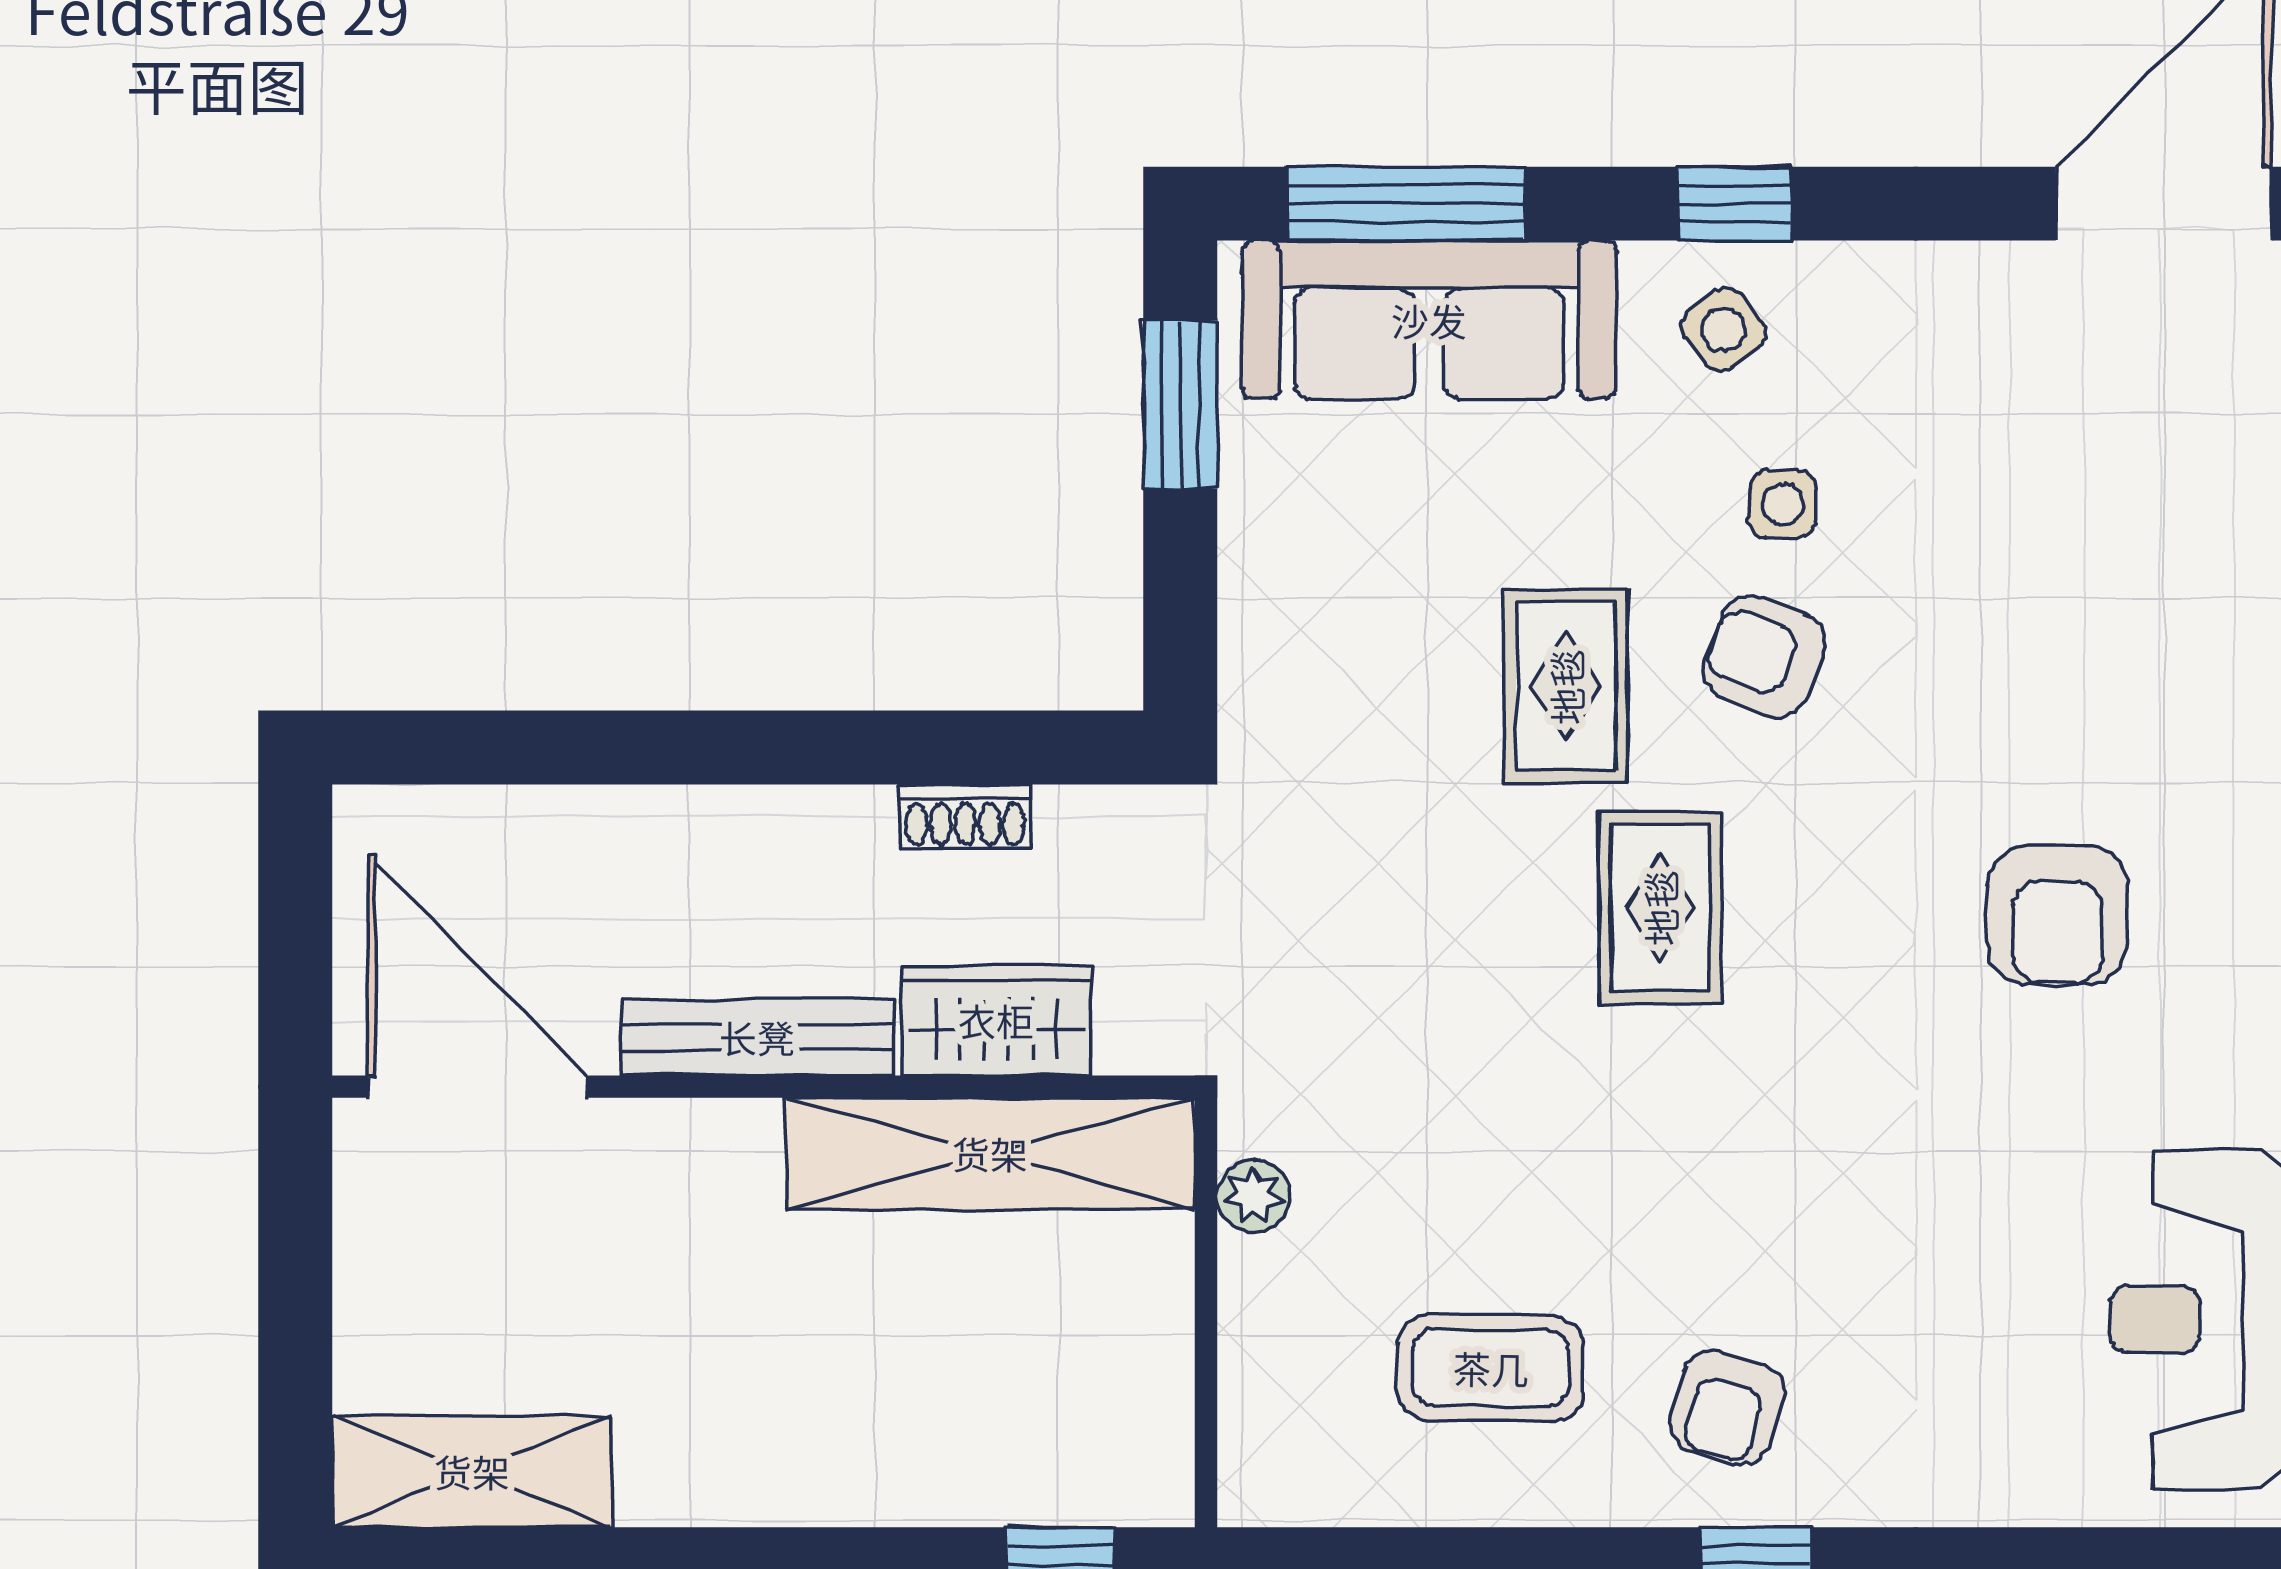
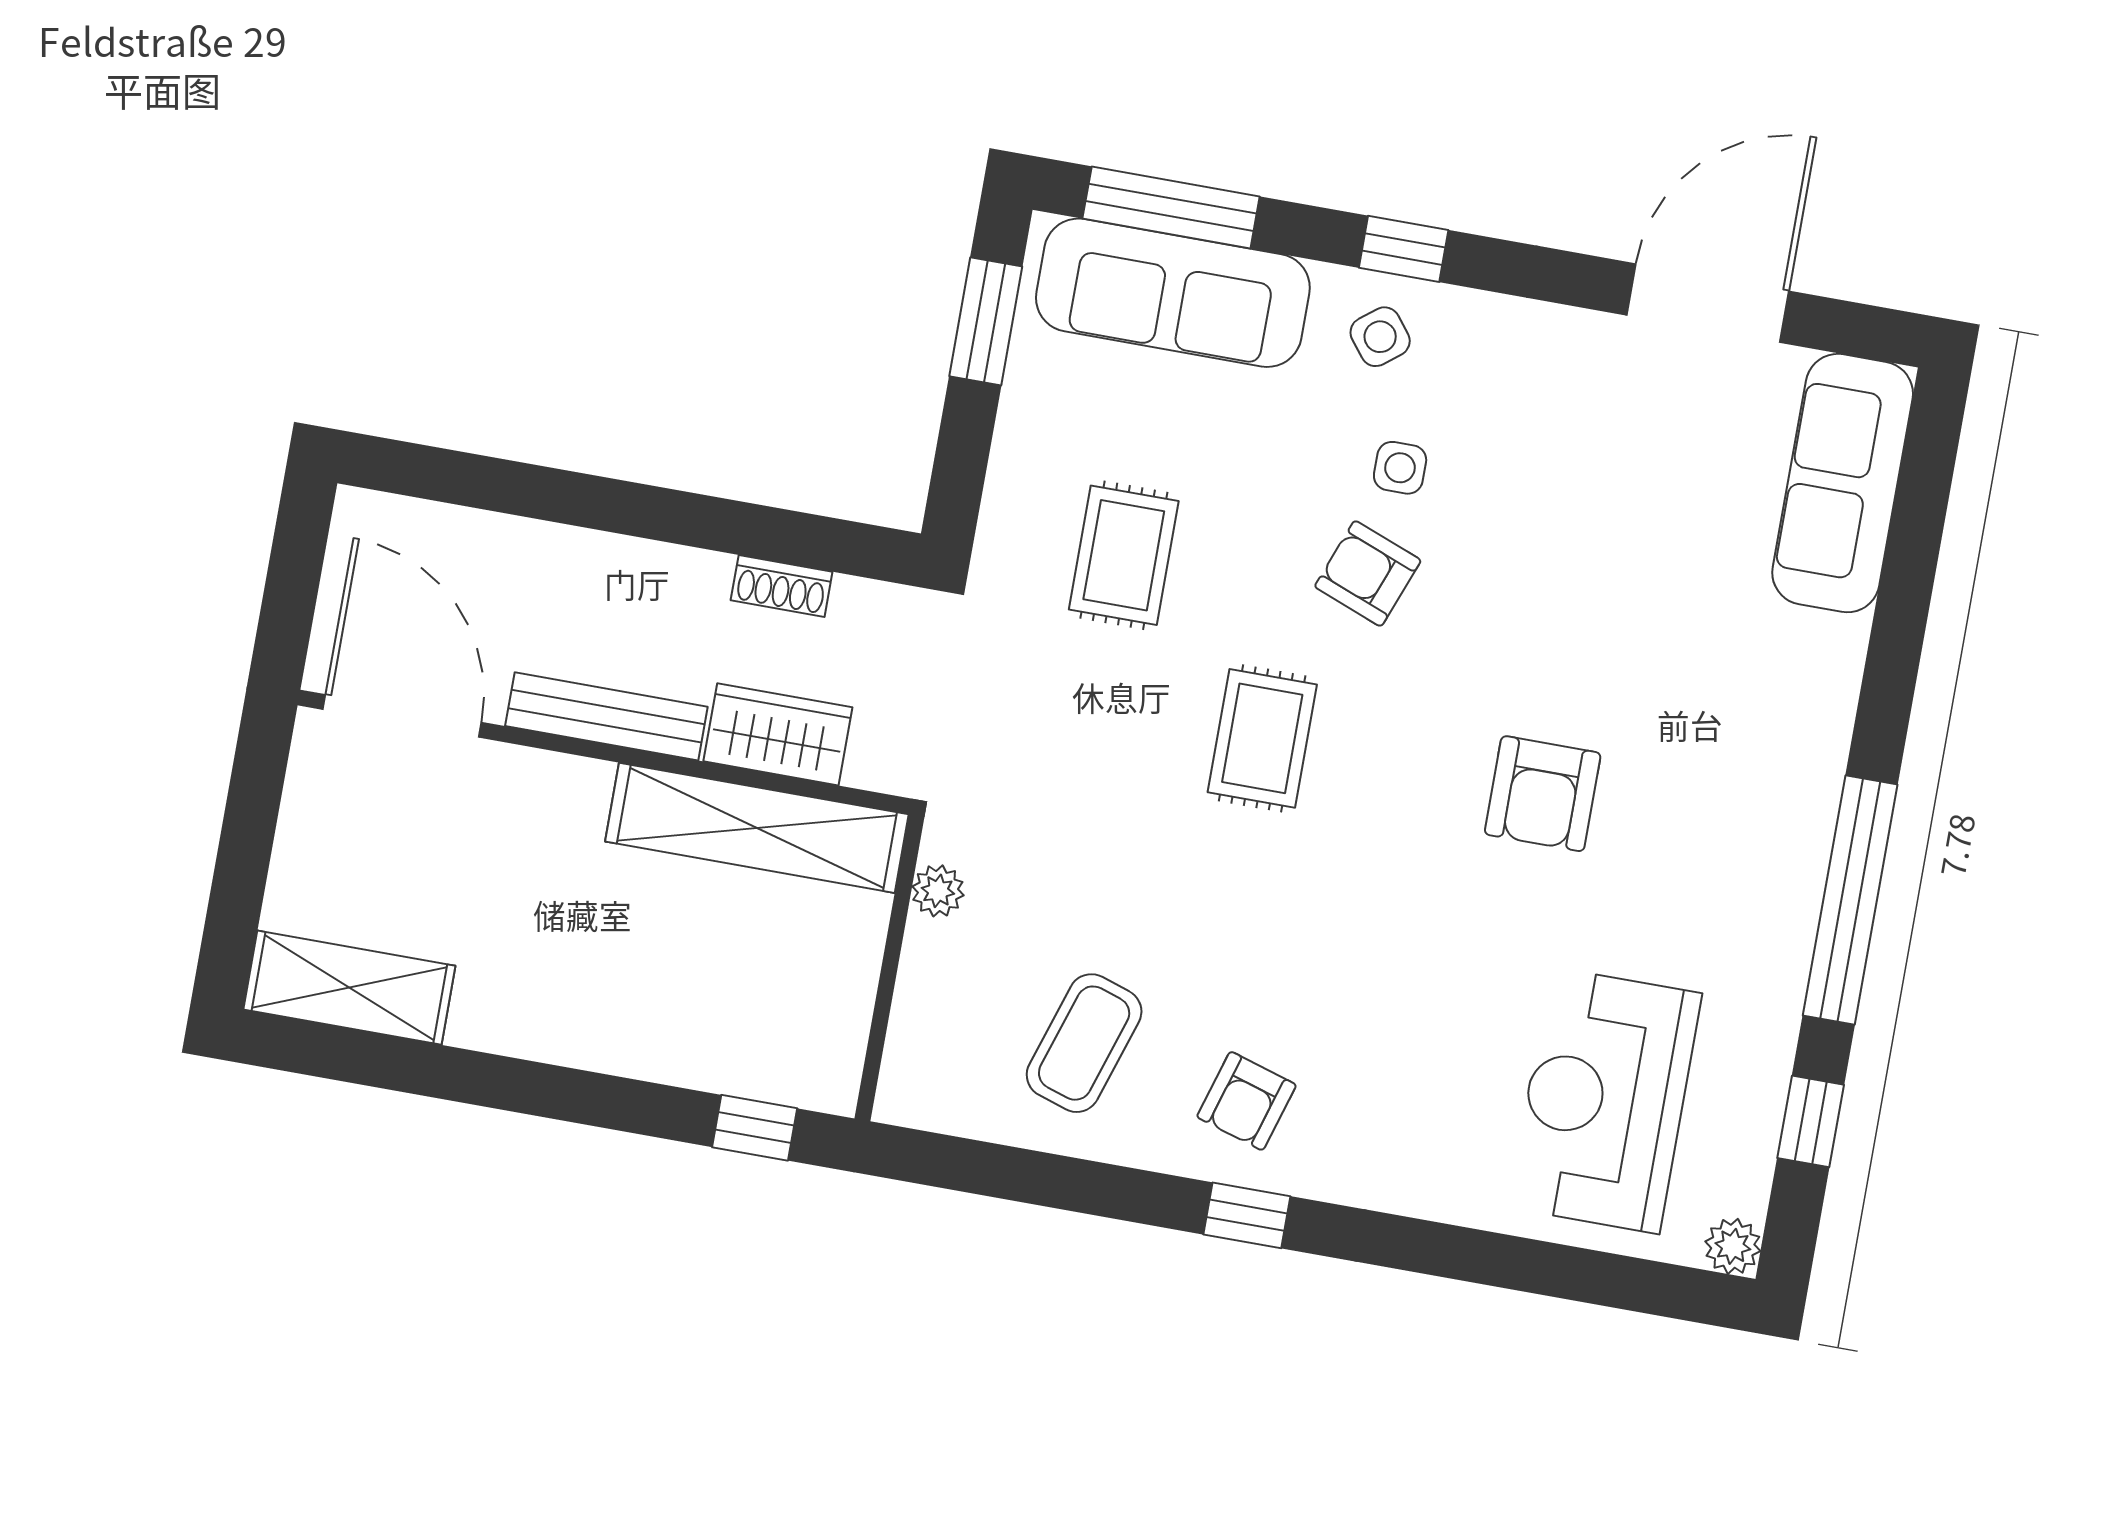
rug: (1566, 687) -> (1124, 555), moved
coffee table: (1491, 1368) -> (1084, 1043), turned -73

